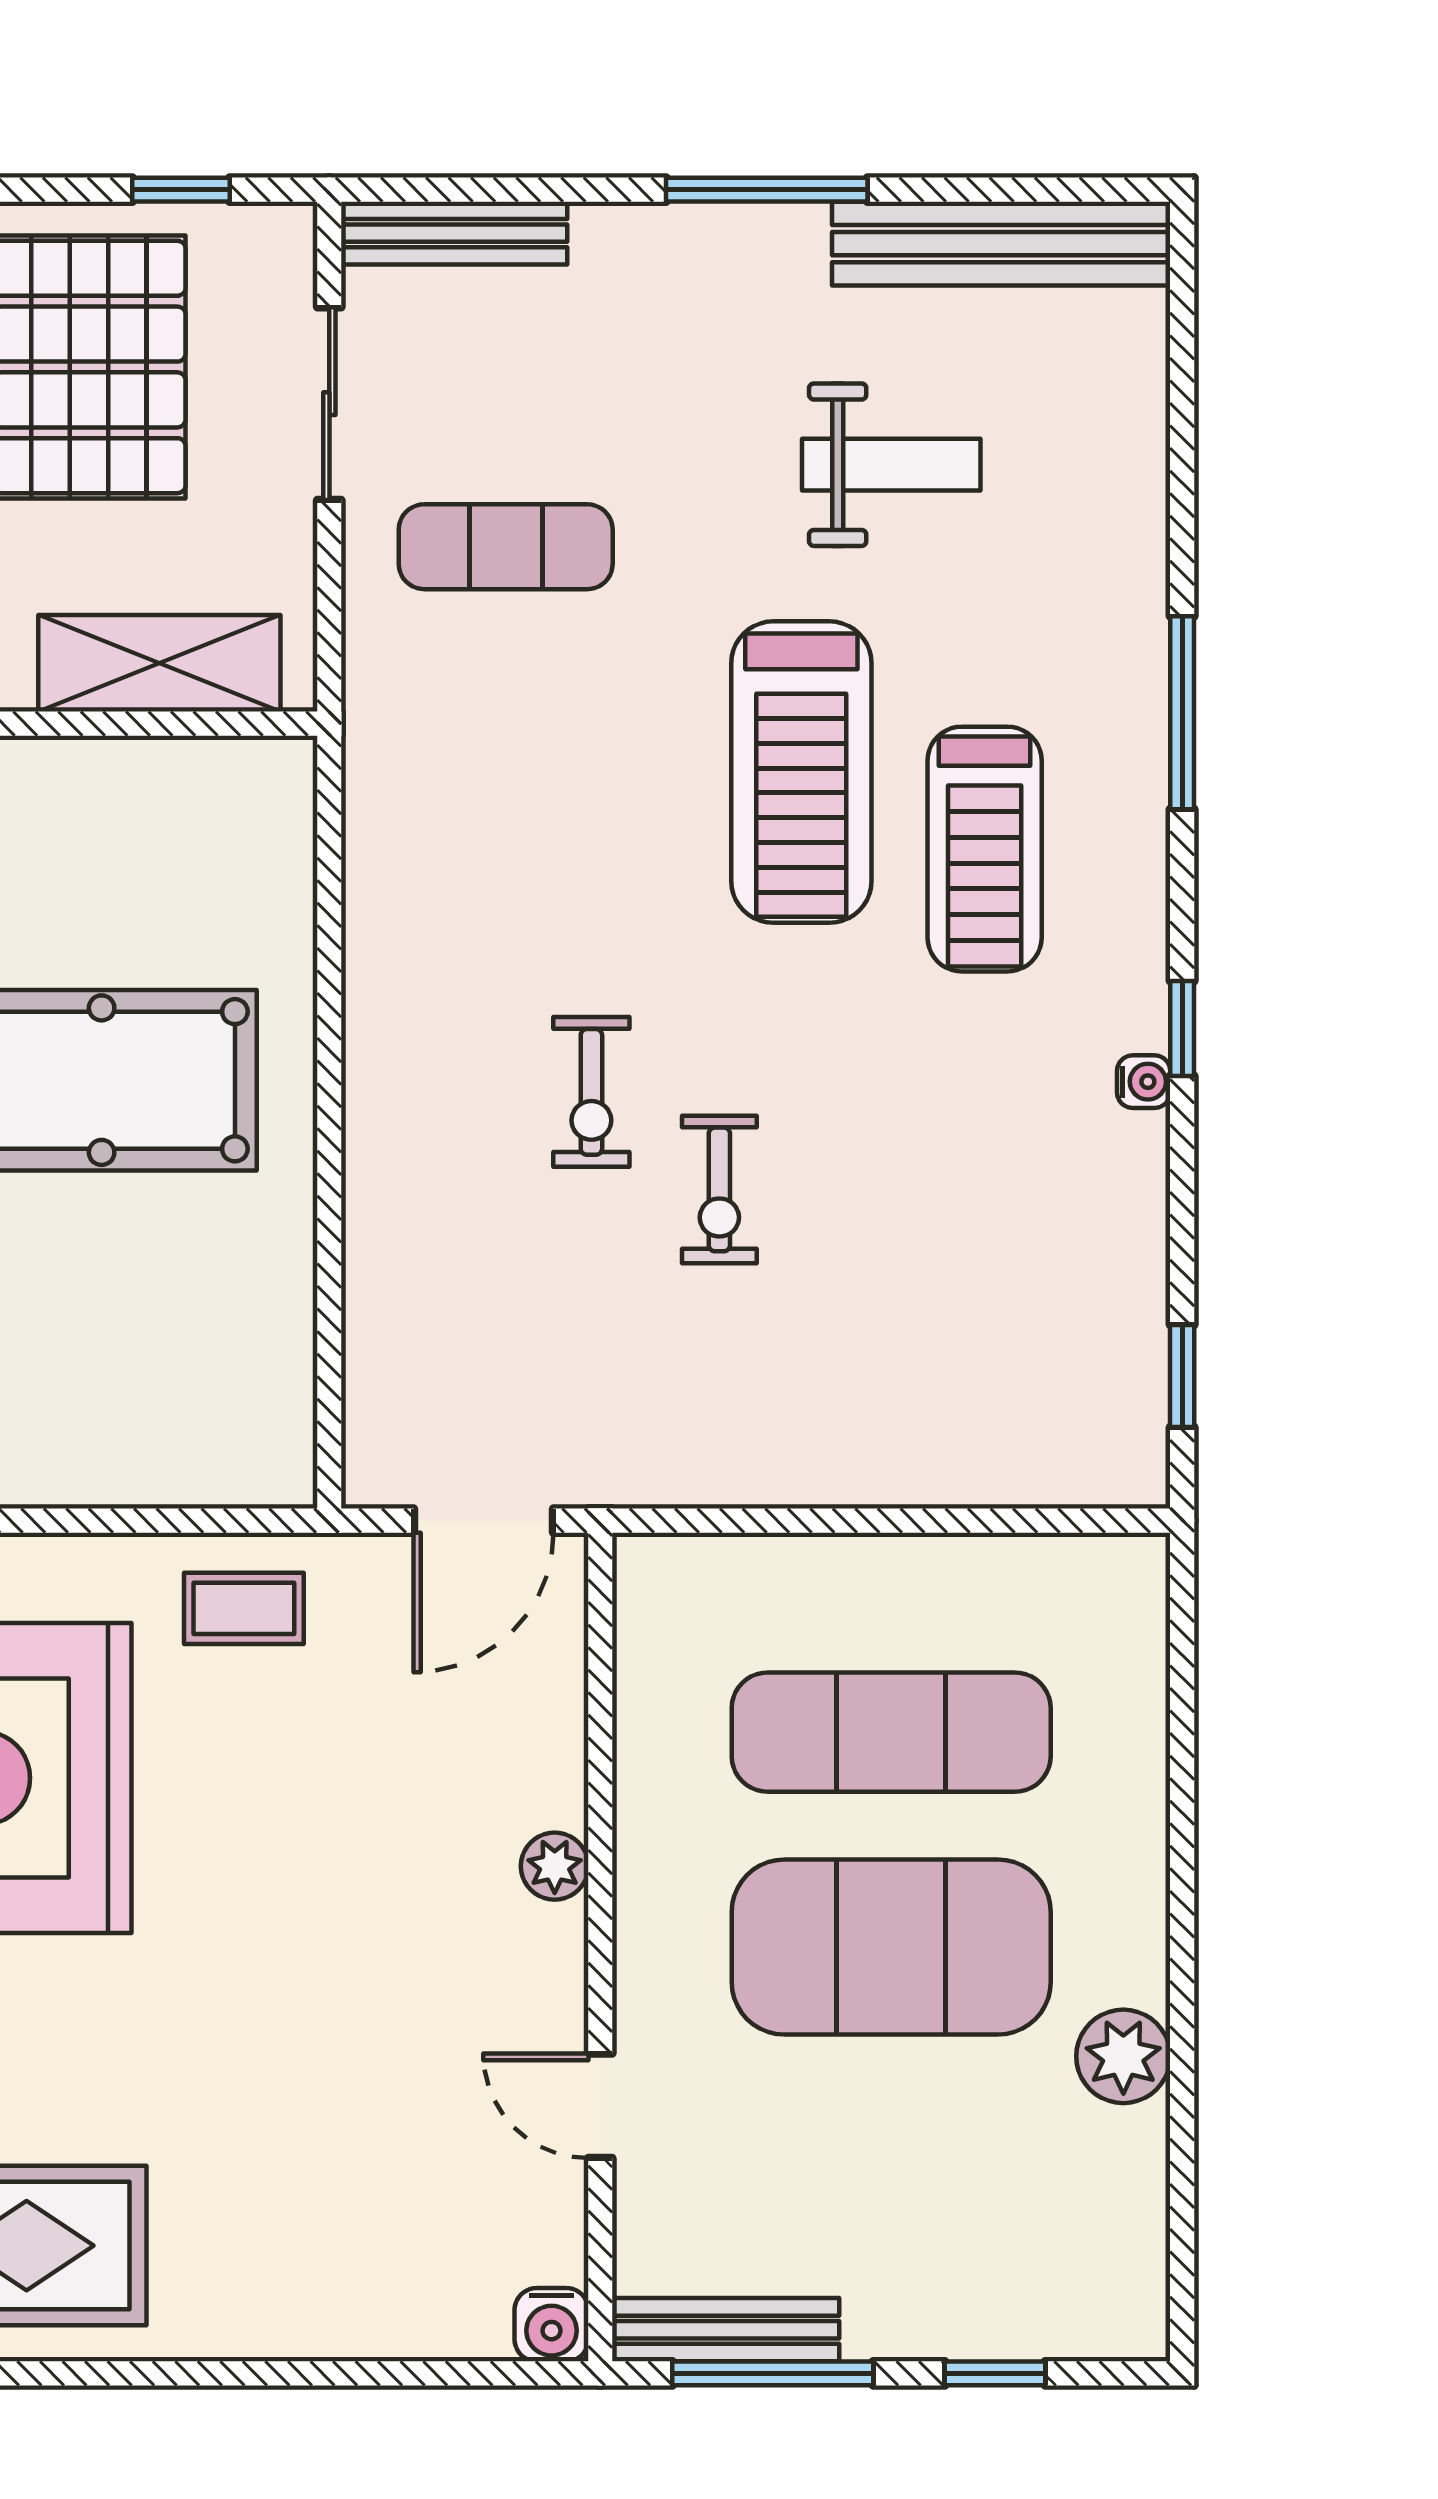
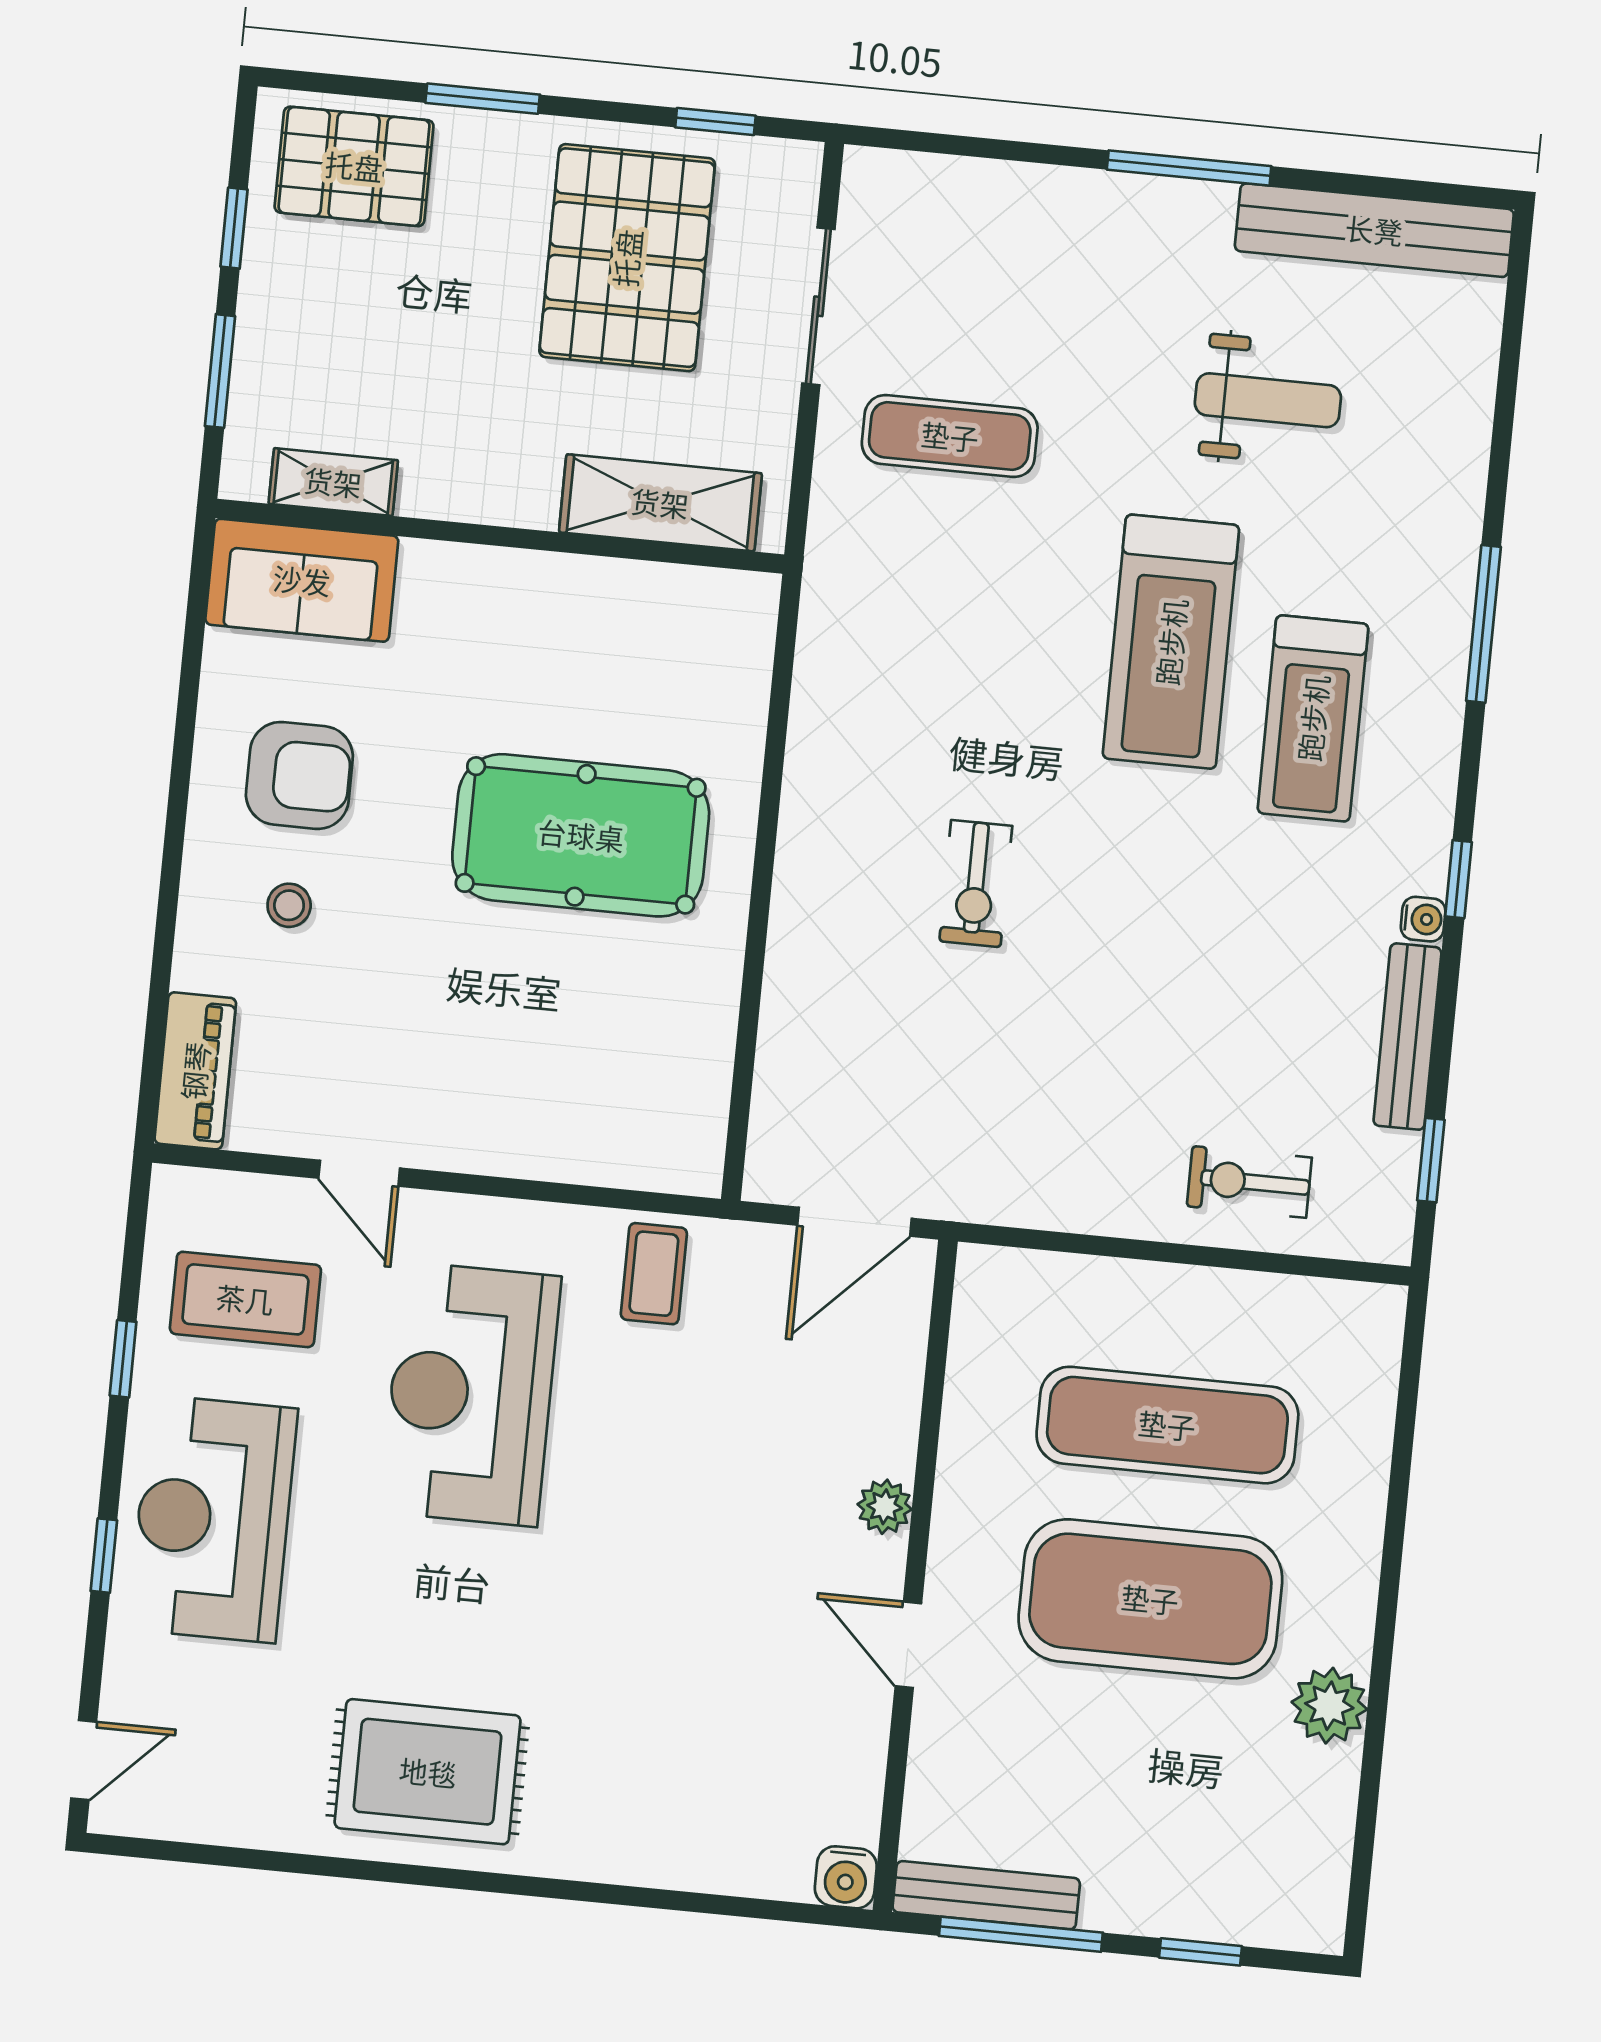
bench: (454, 233) -> (1407, 1037), moved, turned 90
exercise bike: (719, 1189) -> (1249, 1182), moved, turned 90
coffee table: (244, 1608) -> (654, 1274), turned 90
door: (600, 2106) -> (908, 1645), moved

